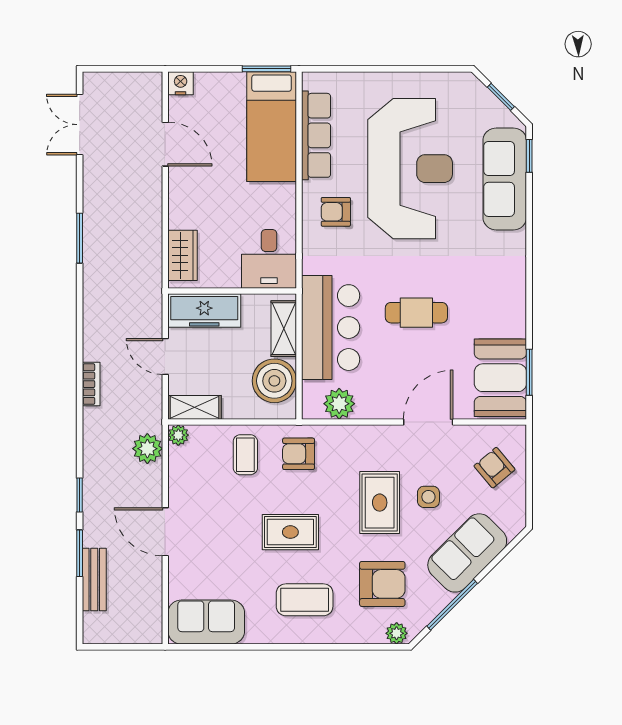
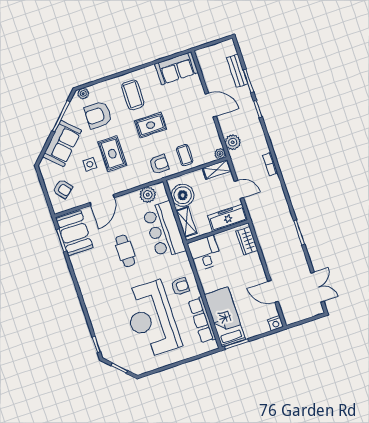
sofa: (505, 179) -> (104, 329), removed
cafe table: (416, 313) -> (125, 251), turned 90
coffee table: (305, 600) -> (133, 95), turned 90

